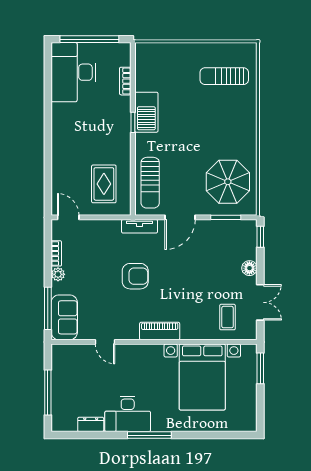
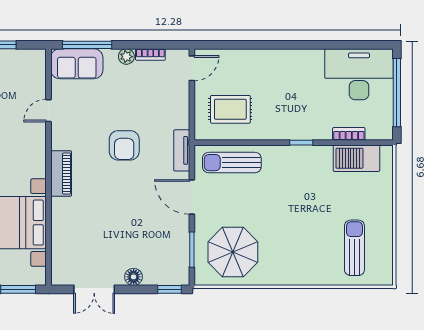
barbecue: (146, 112) -> (356, 158), moved
coffee table: (228, 317) -> (77, 252), removed

